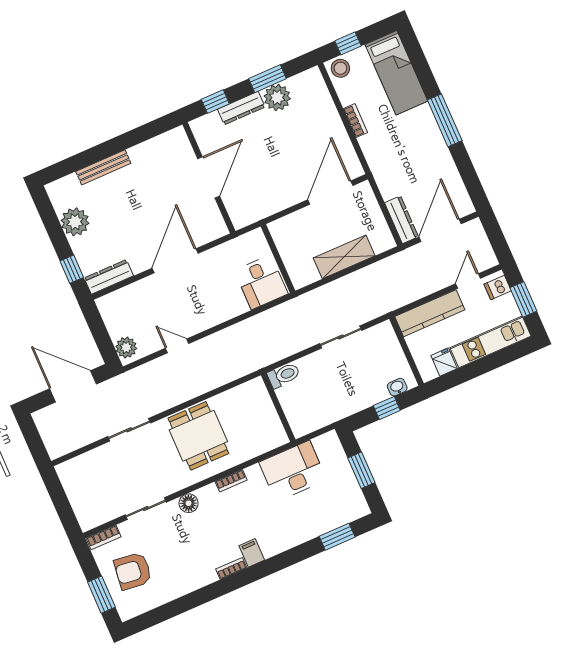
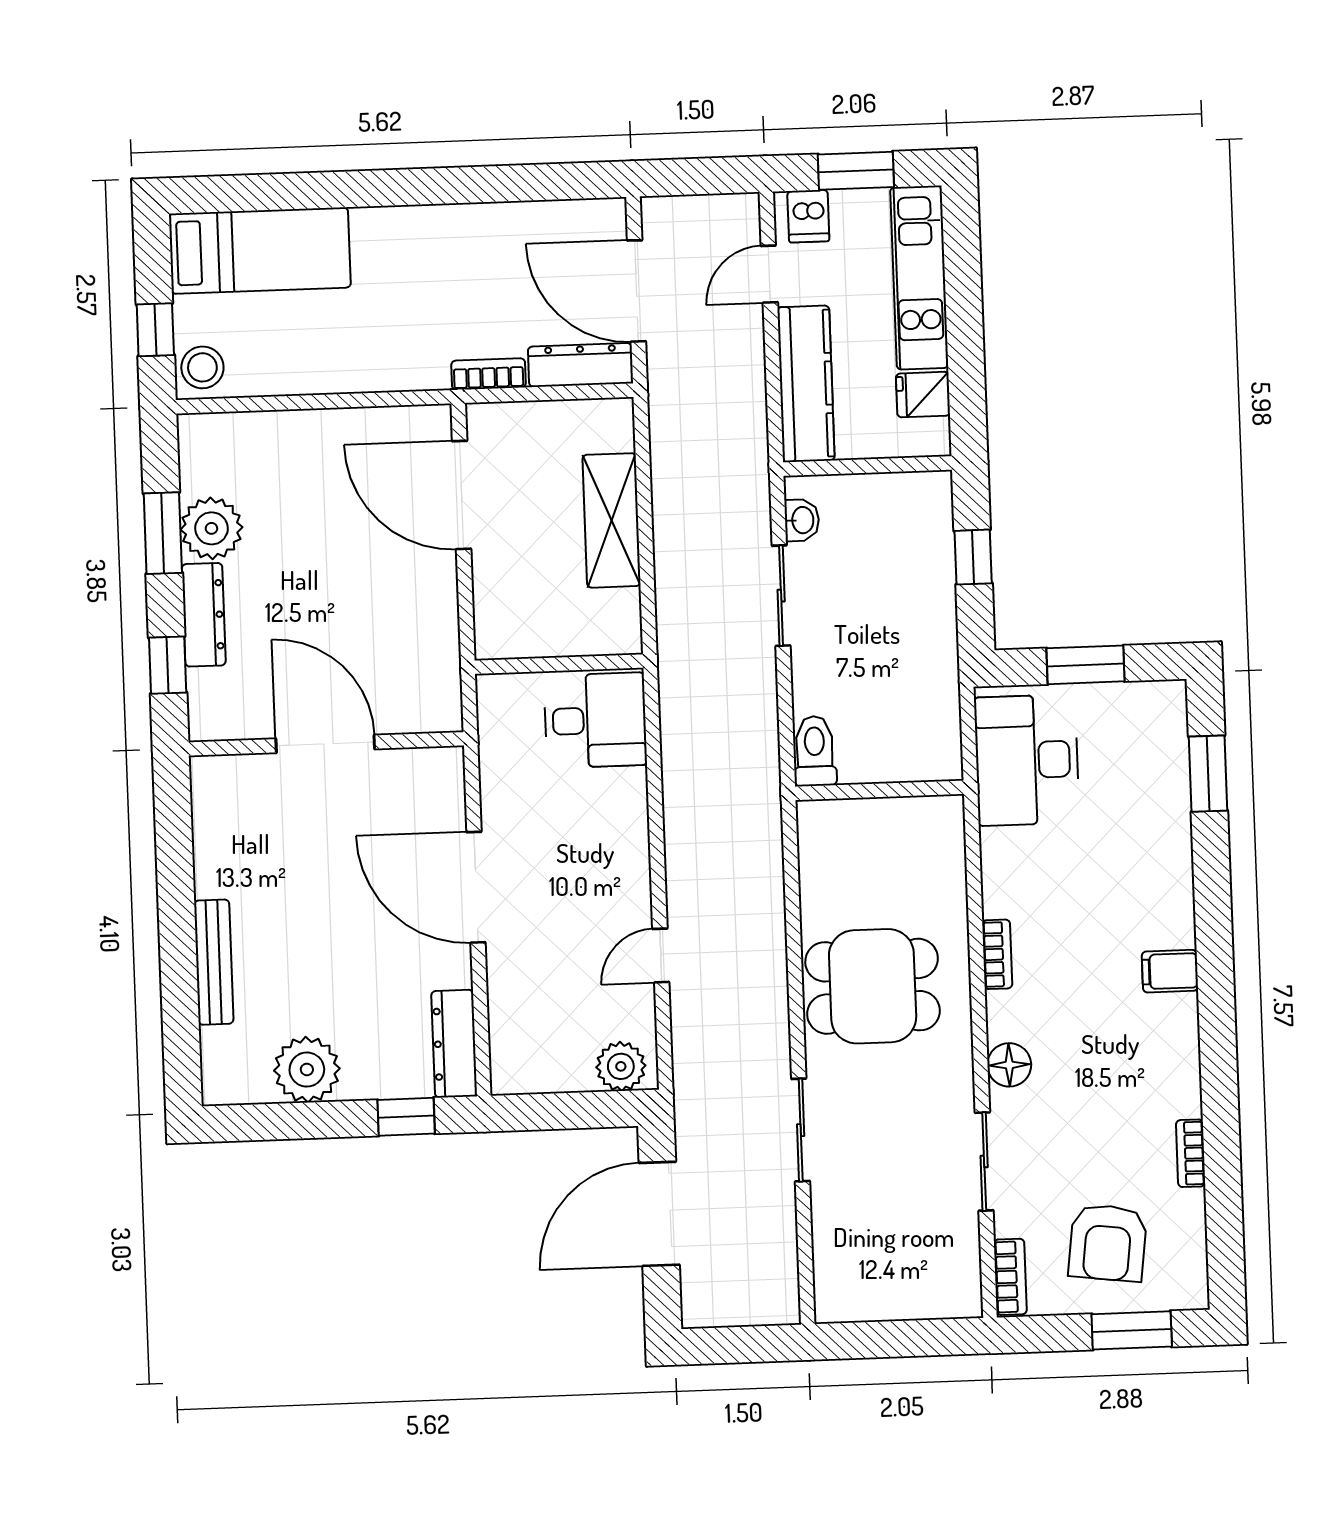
window: (445, 120) -> (403, 187), removed
bookcase: (355, 121) -> (488, 374), moved
door: (468, 281) -> (769, 274), hinge flipped
washbasin: (397, 387) -> (802, 520), moved, turned 180
desk: (293, 471) -> (1027, 760), moved
bookcase: (231, 568) -> (1191, 1153), moved

